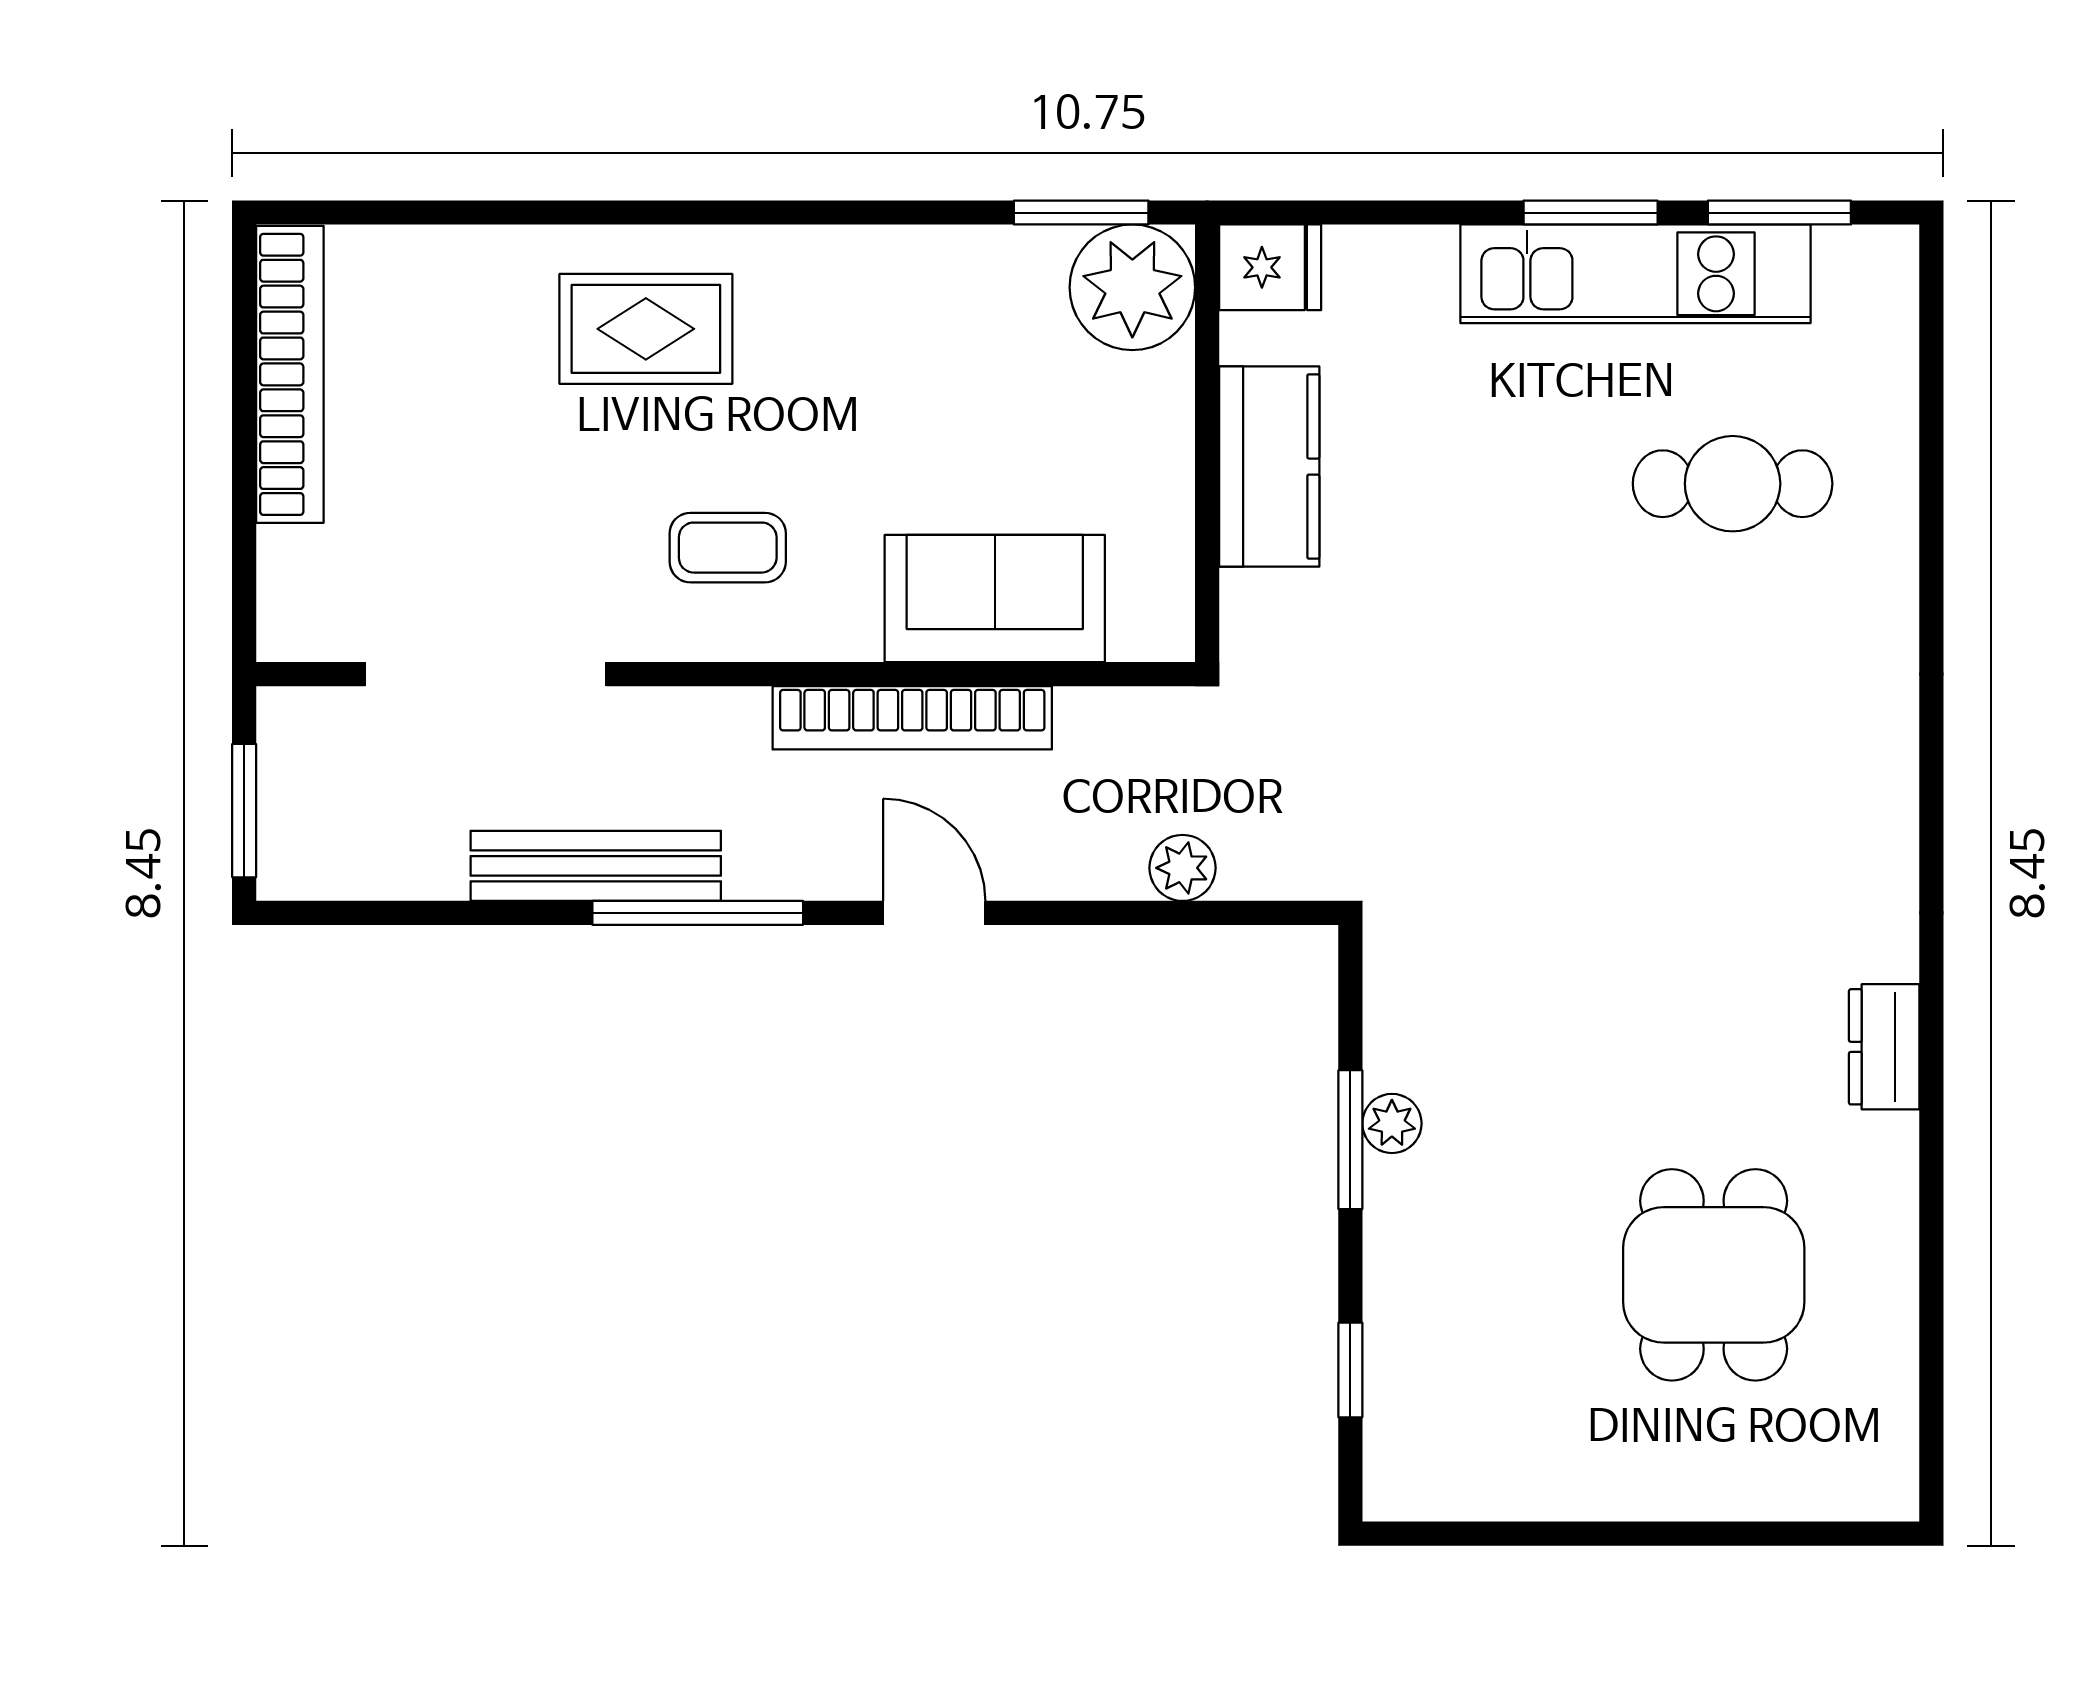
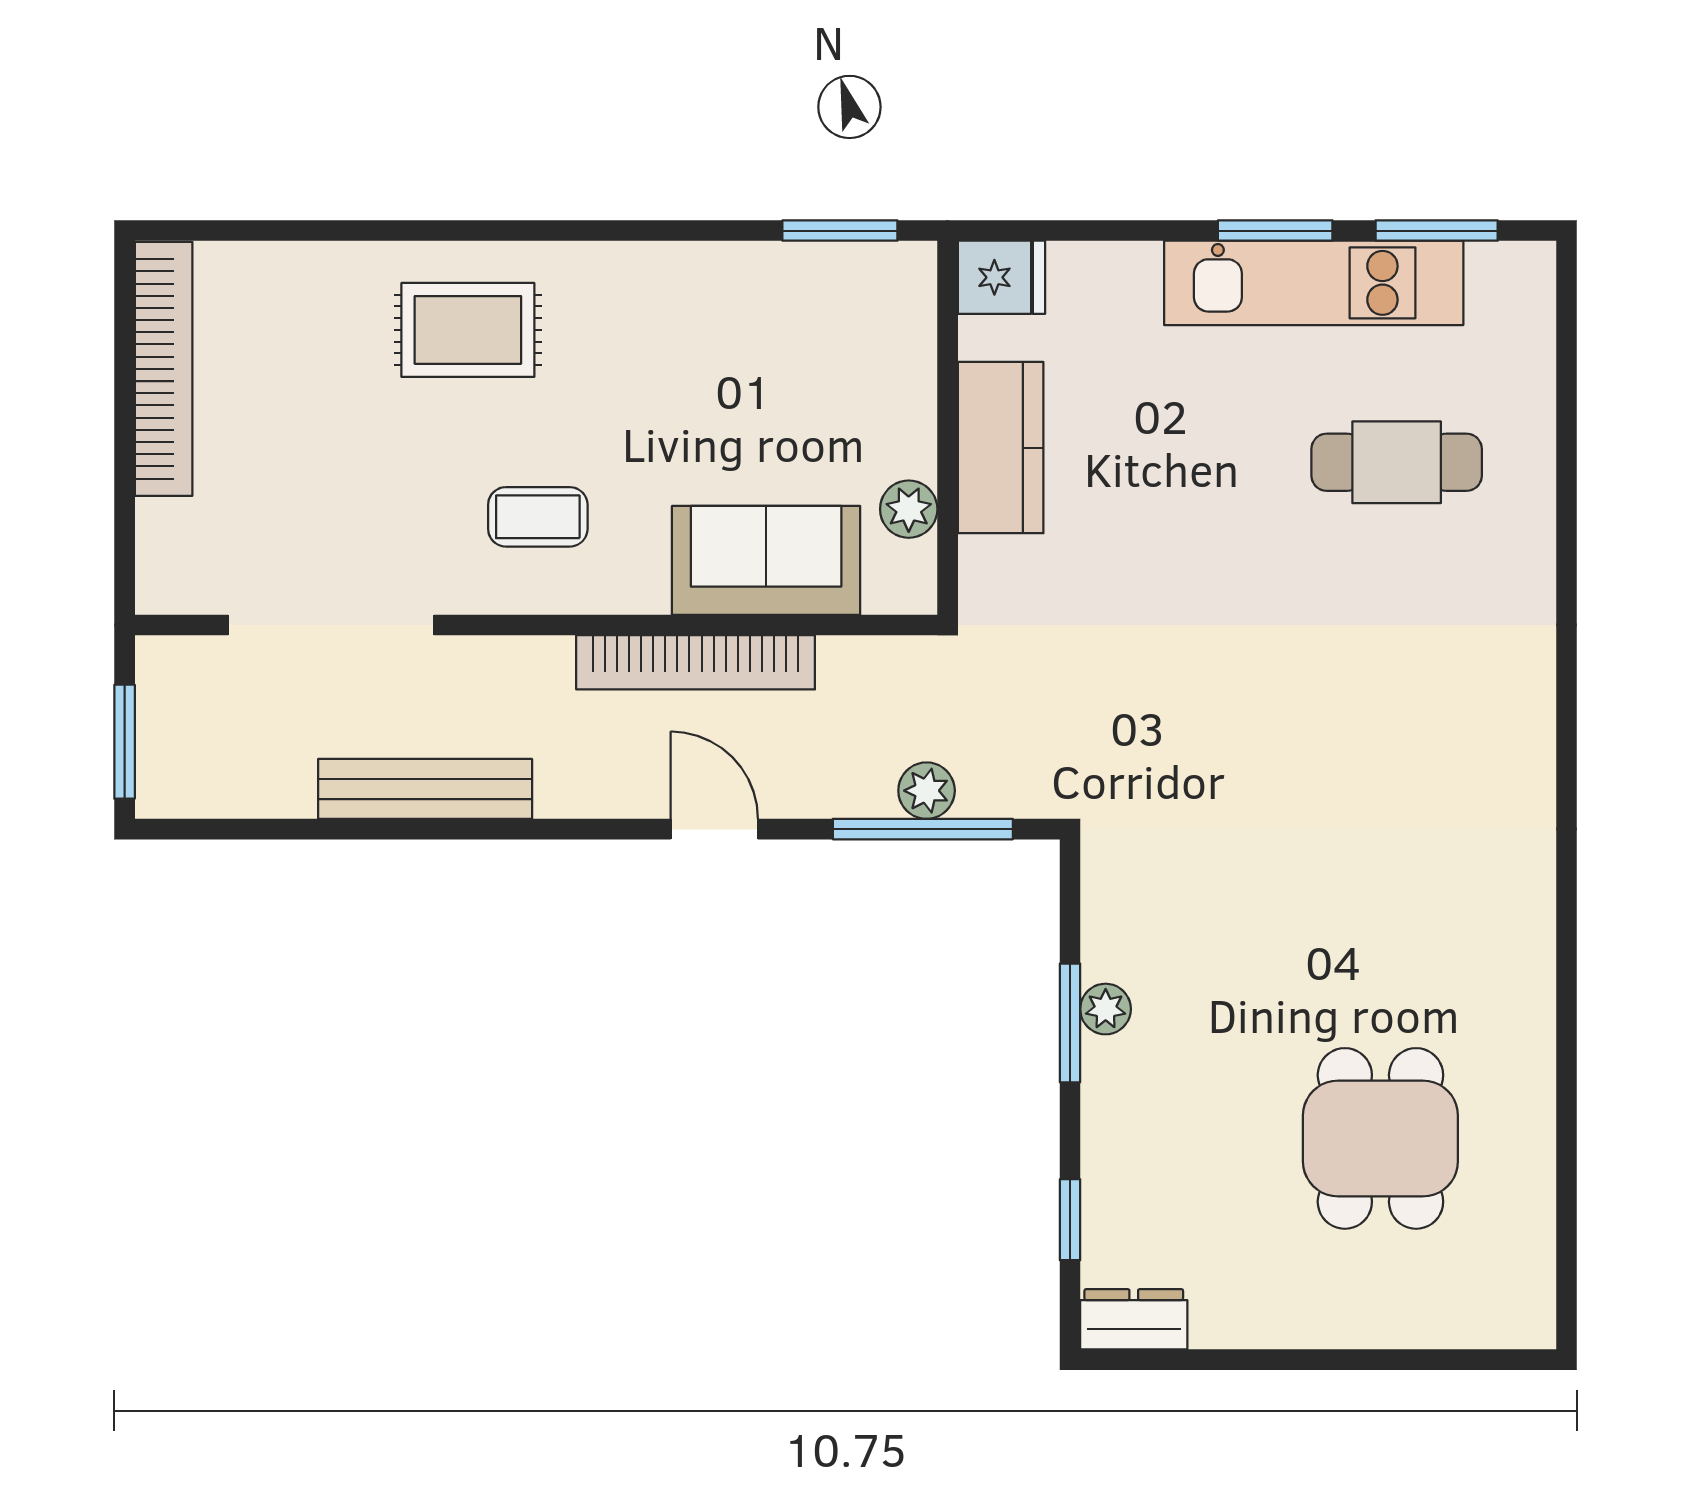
plant: (1132, 287) -> (909, 509), moved, width x0.53, depth x0.53
window: (698, 913) -> (923, 829), moved
dresser: (1884, 1047) -> (1134, 1319), moved, turned 90

